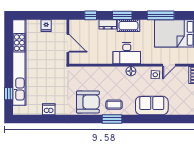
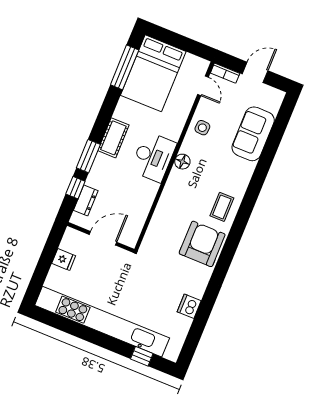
window: (122, 15) -> (88, 156), moved
window: (161, 15) -> (125, 67), moved
dresser: (108, 24) -> (86, 200), moved
door: (169, 65) -> (203, 86), moved
sofa: (152, 106) -> (253, 134), moved
window: (112, 119) -> (242, 219), removed

